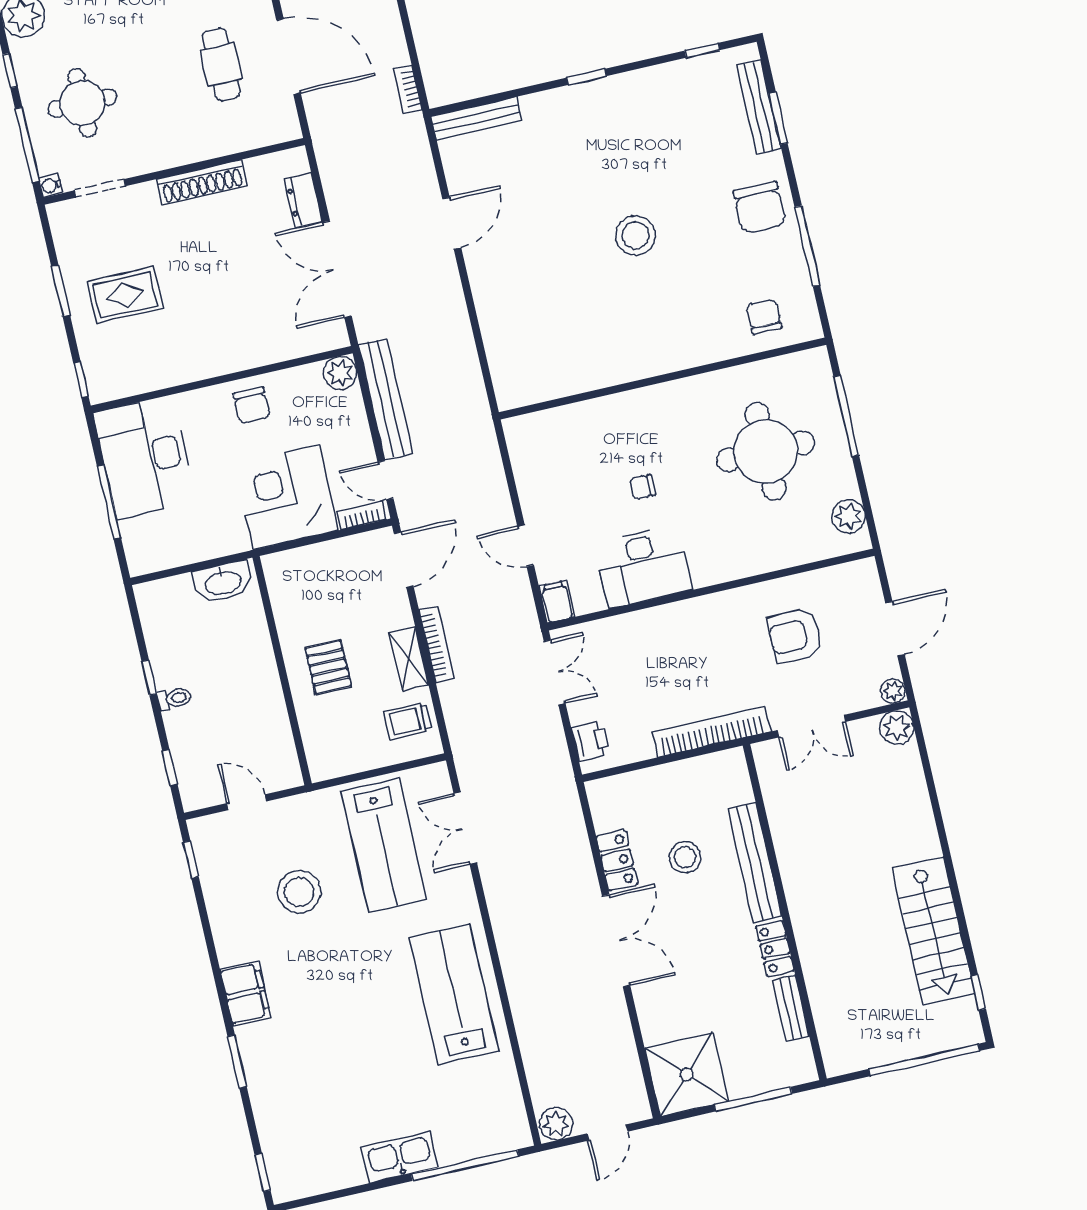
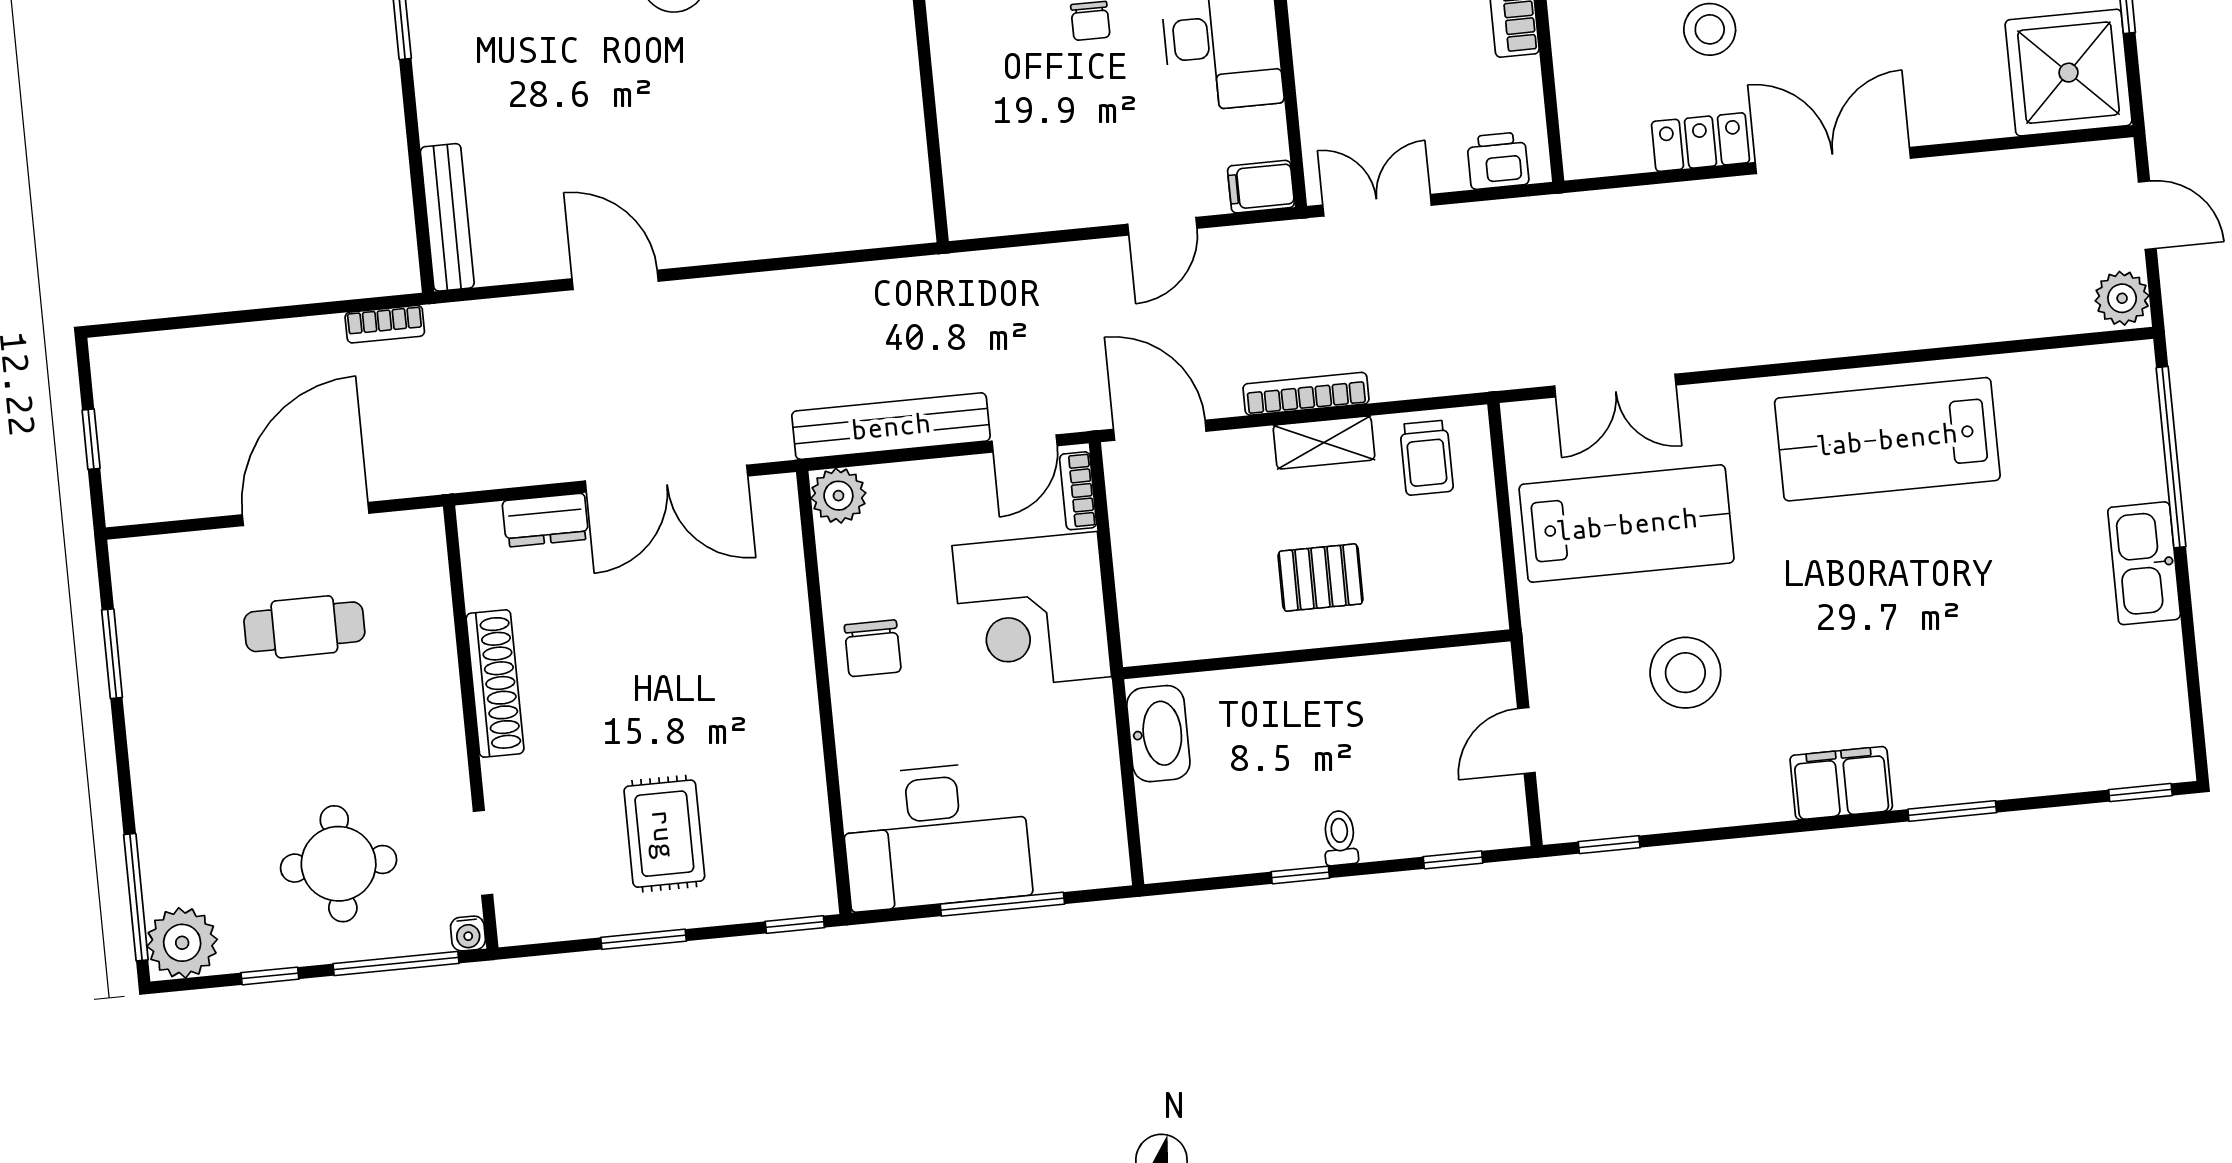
chair: (252, 405) -> (873, 648), turned 90

